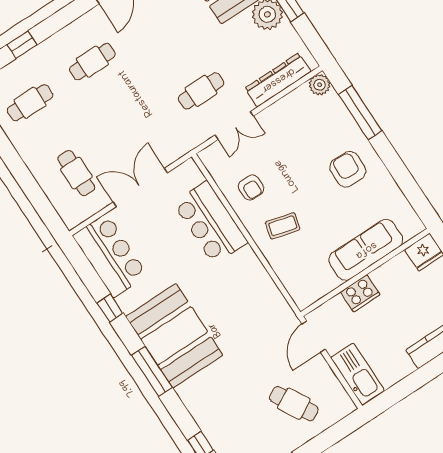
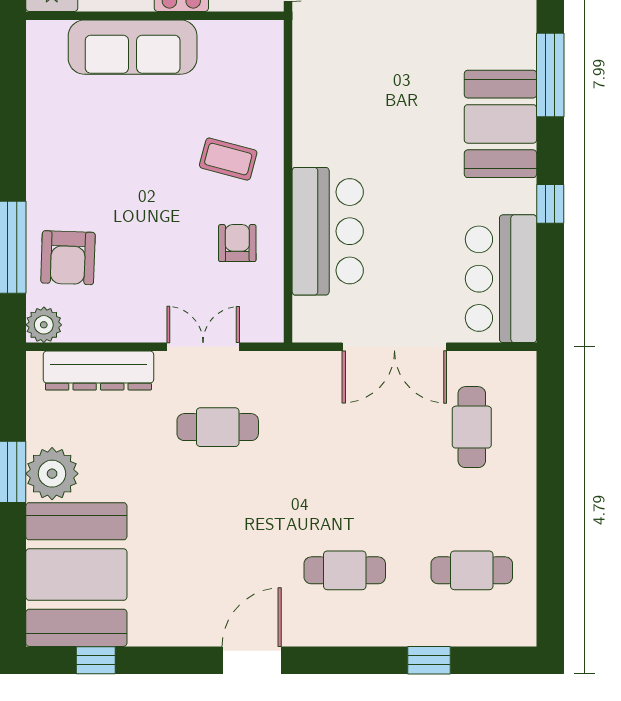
armchair: (348, 169) -> (68, 258), moved
booth: (174, 336) -> (500, 124), width x0.73, depth x0.70

